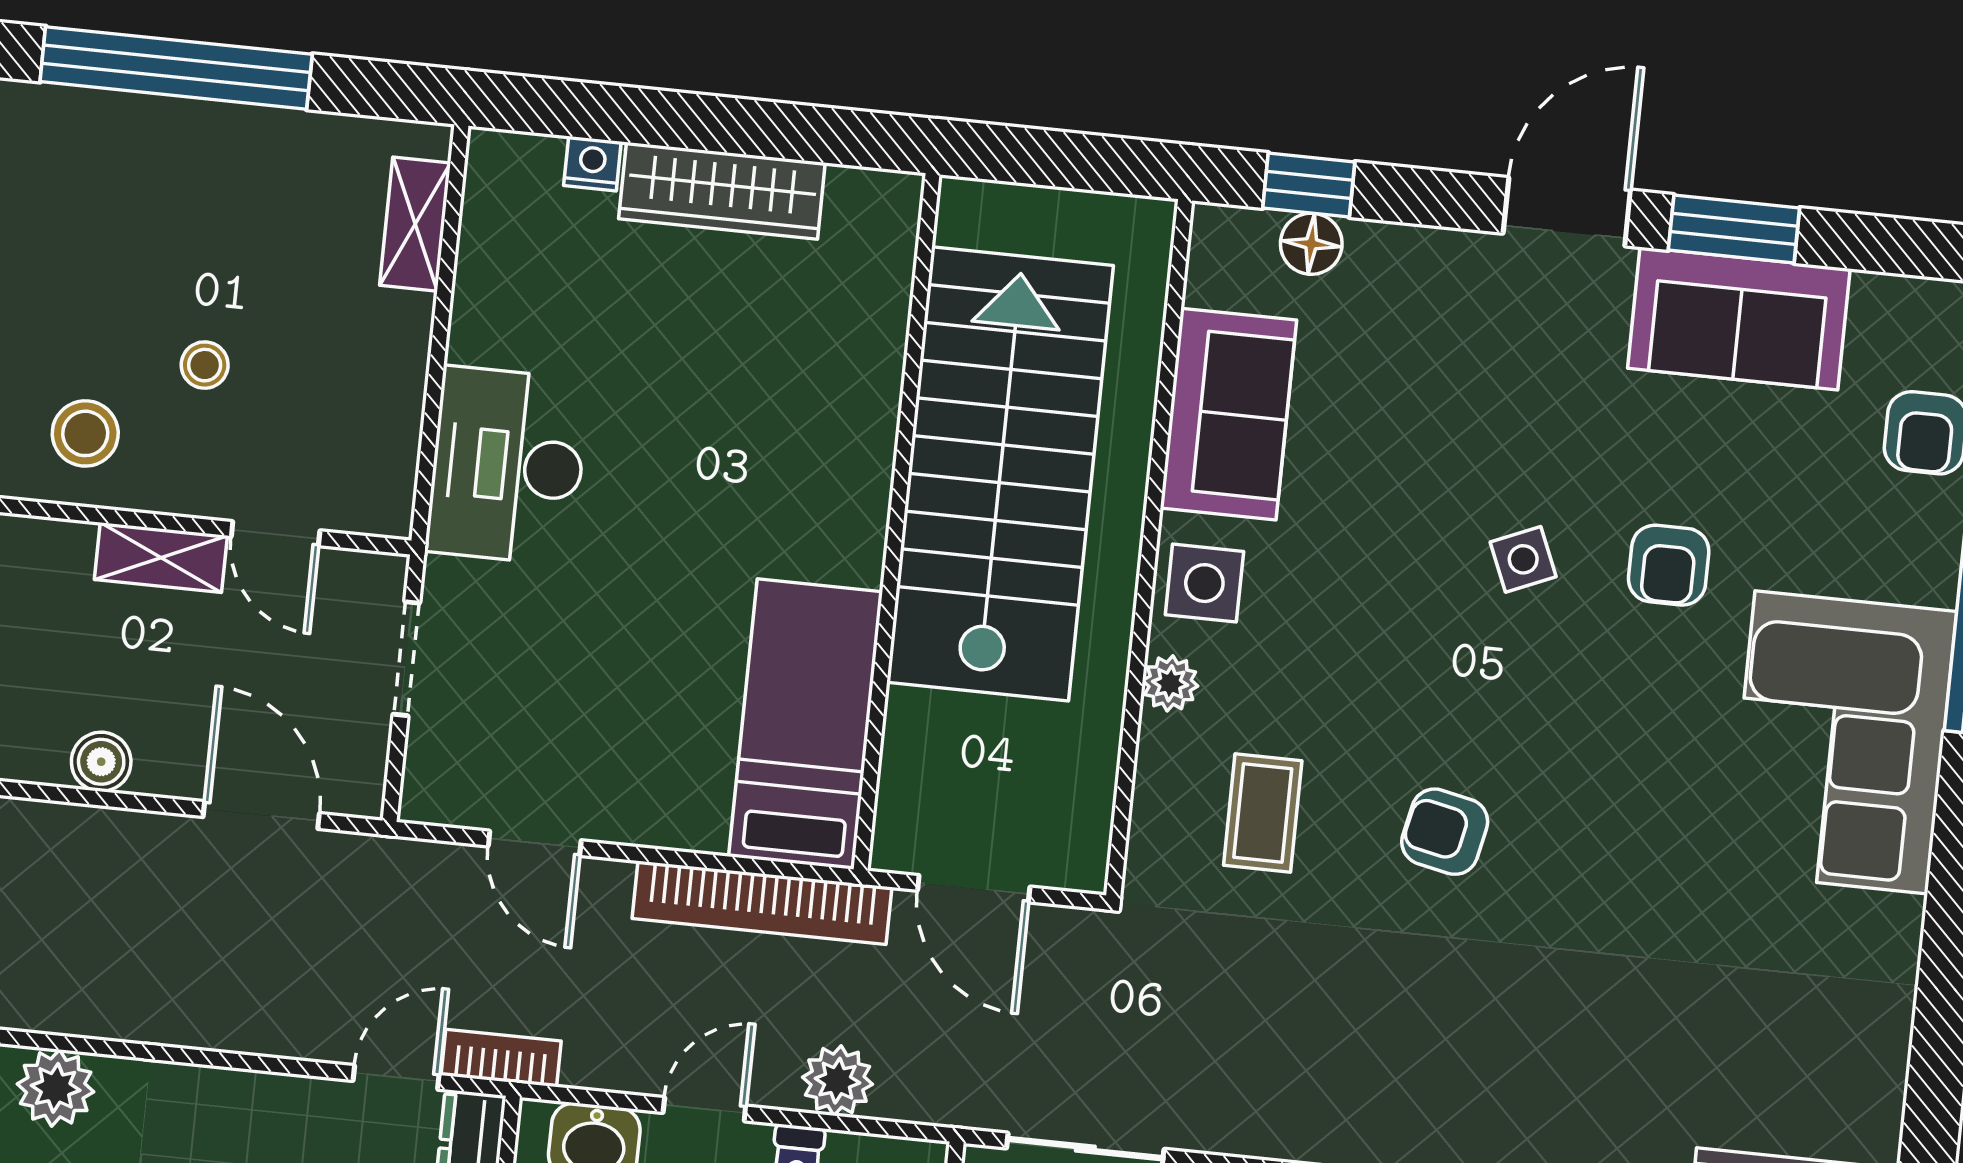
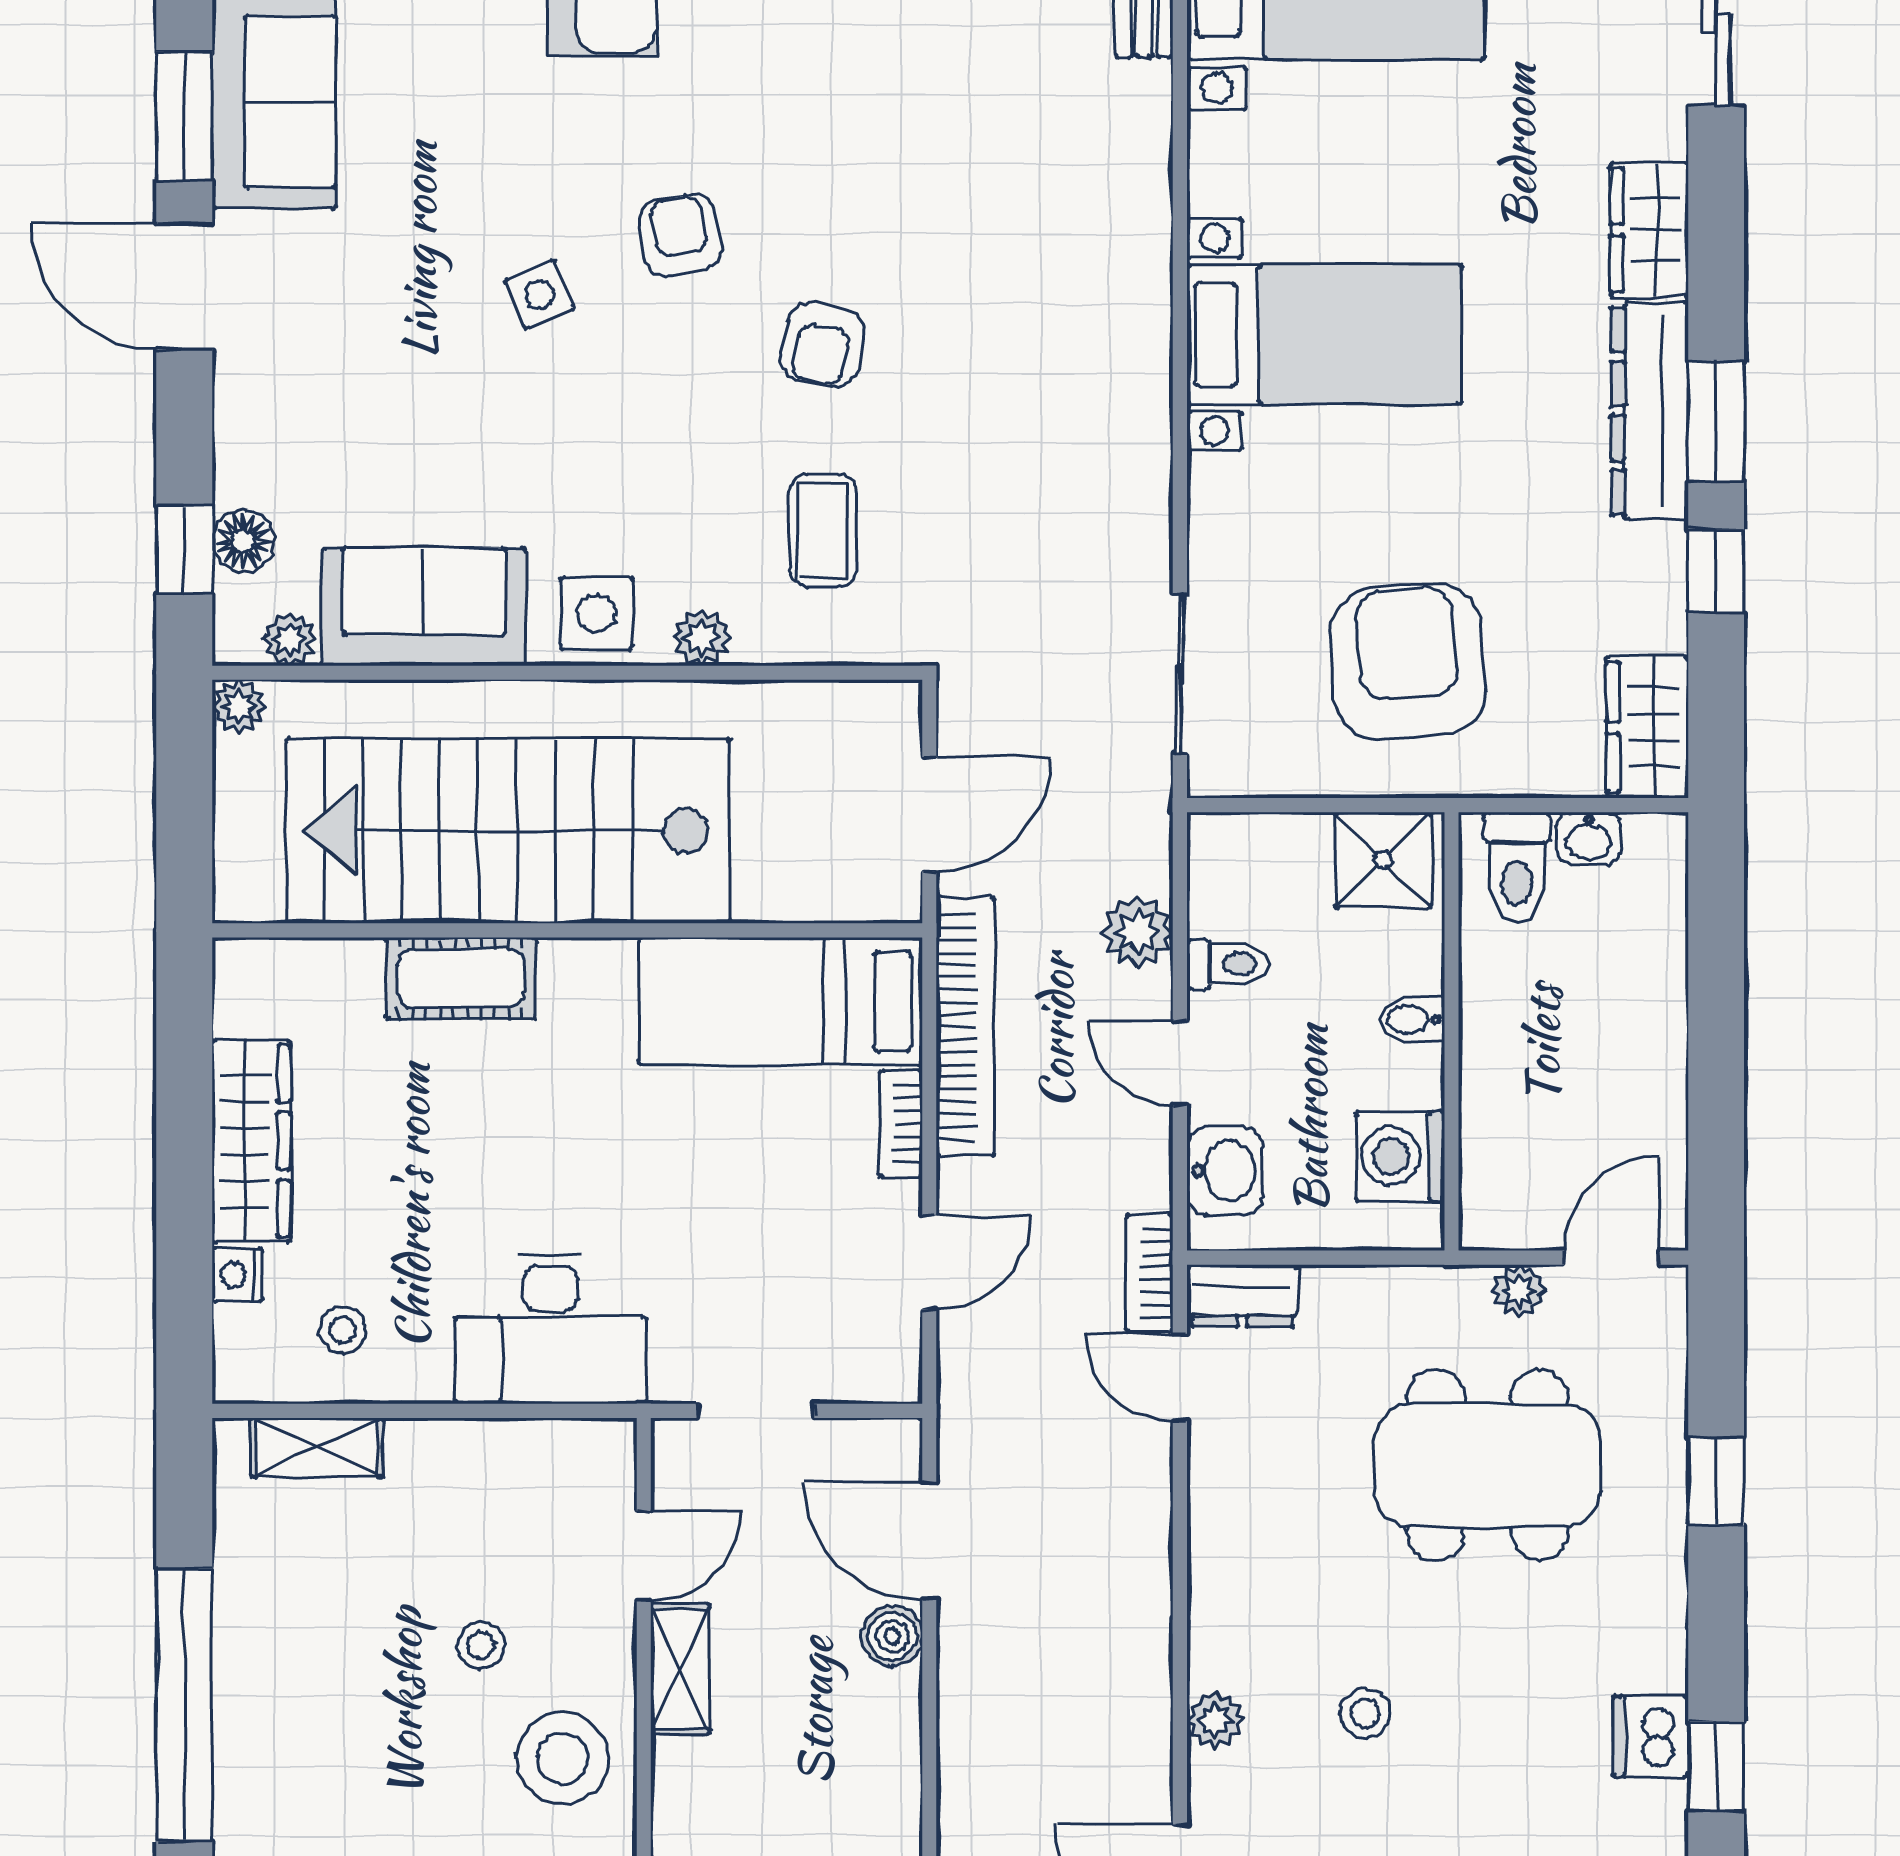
plant: (1149, 223) -> (239, 707), added
stool: (528, 261) -> (342, 1330), added
plant: (1210, 279) -> (289, 639), added
cot: (860, 413) -> (461, 978), added
stool: (85, 433) -> (563, 1758), width x1.38, depth x1.38
armchair: (1669, 565) -> (680, 235), moved, turned -101
boiler: (101, 762) -> (892, 1636), moved
coffee table: (1263, 813) -> (823, 531), turned 90
door: (261, 815) -> (929, 1541), hinge flipped
bookcase: (673, 829) -> (901, 1124), added
plant: (56, 1088) -> (1215, 1720), width x0.73, depth x0.73

